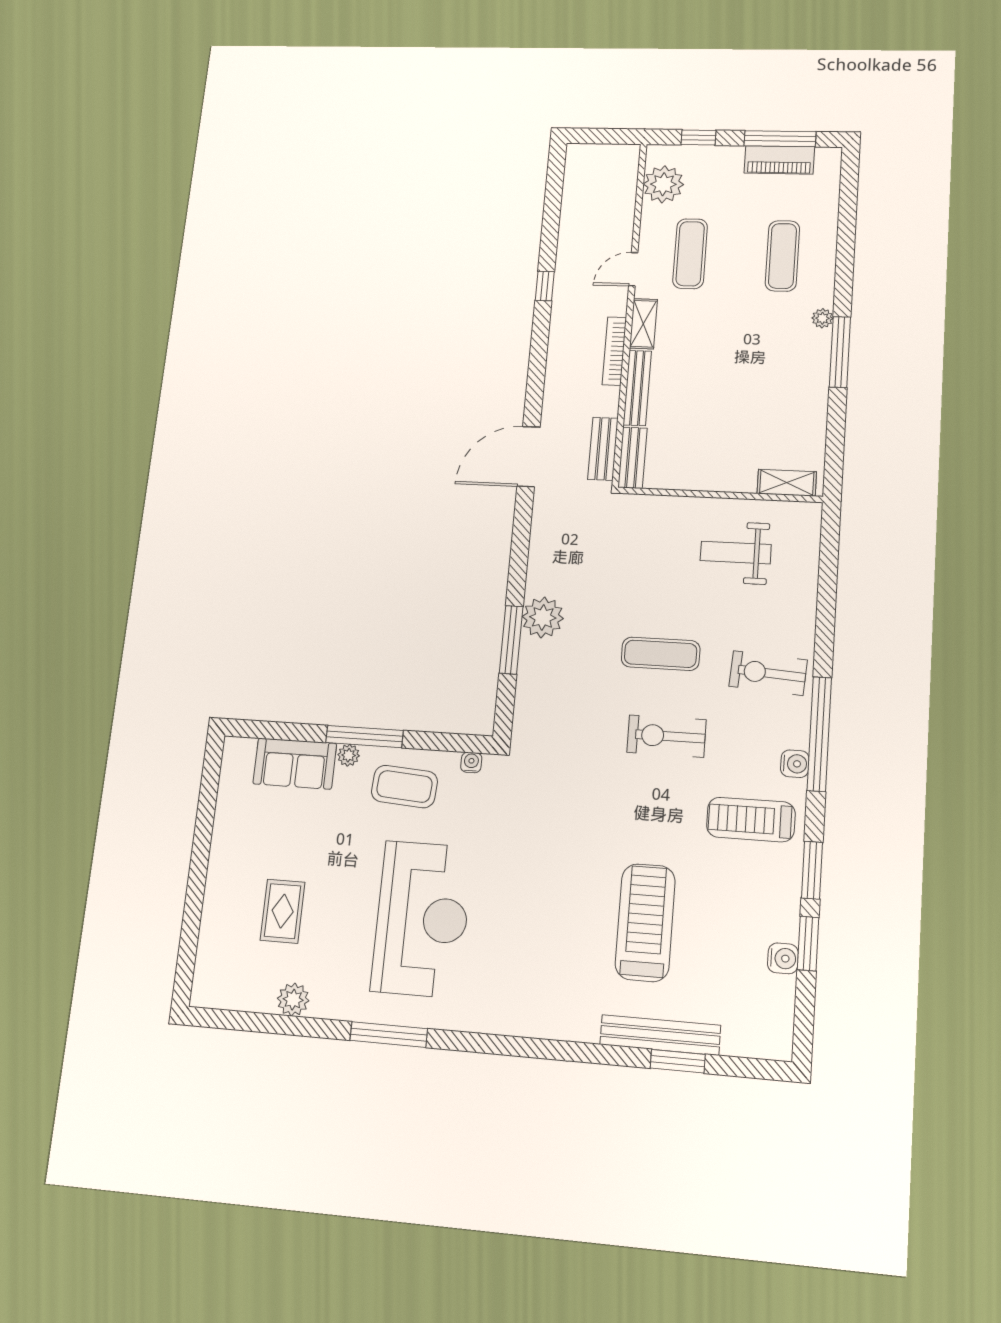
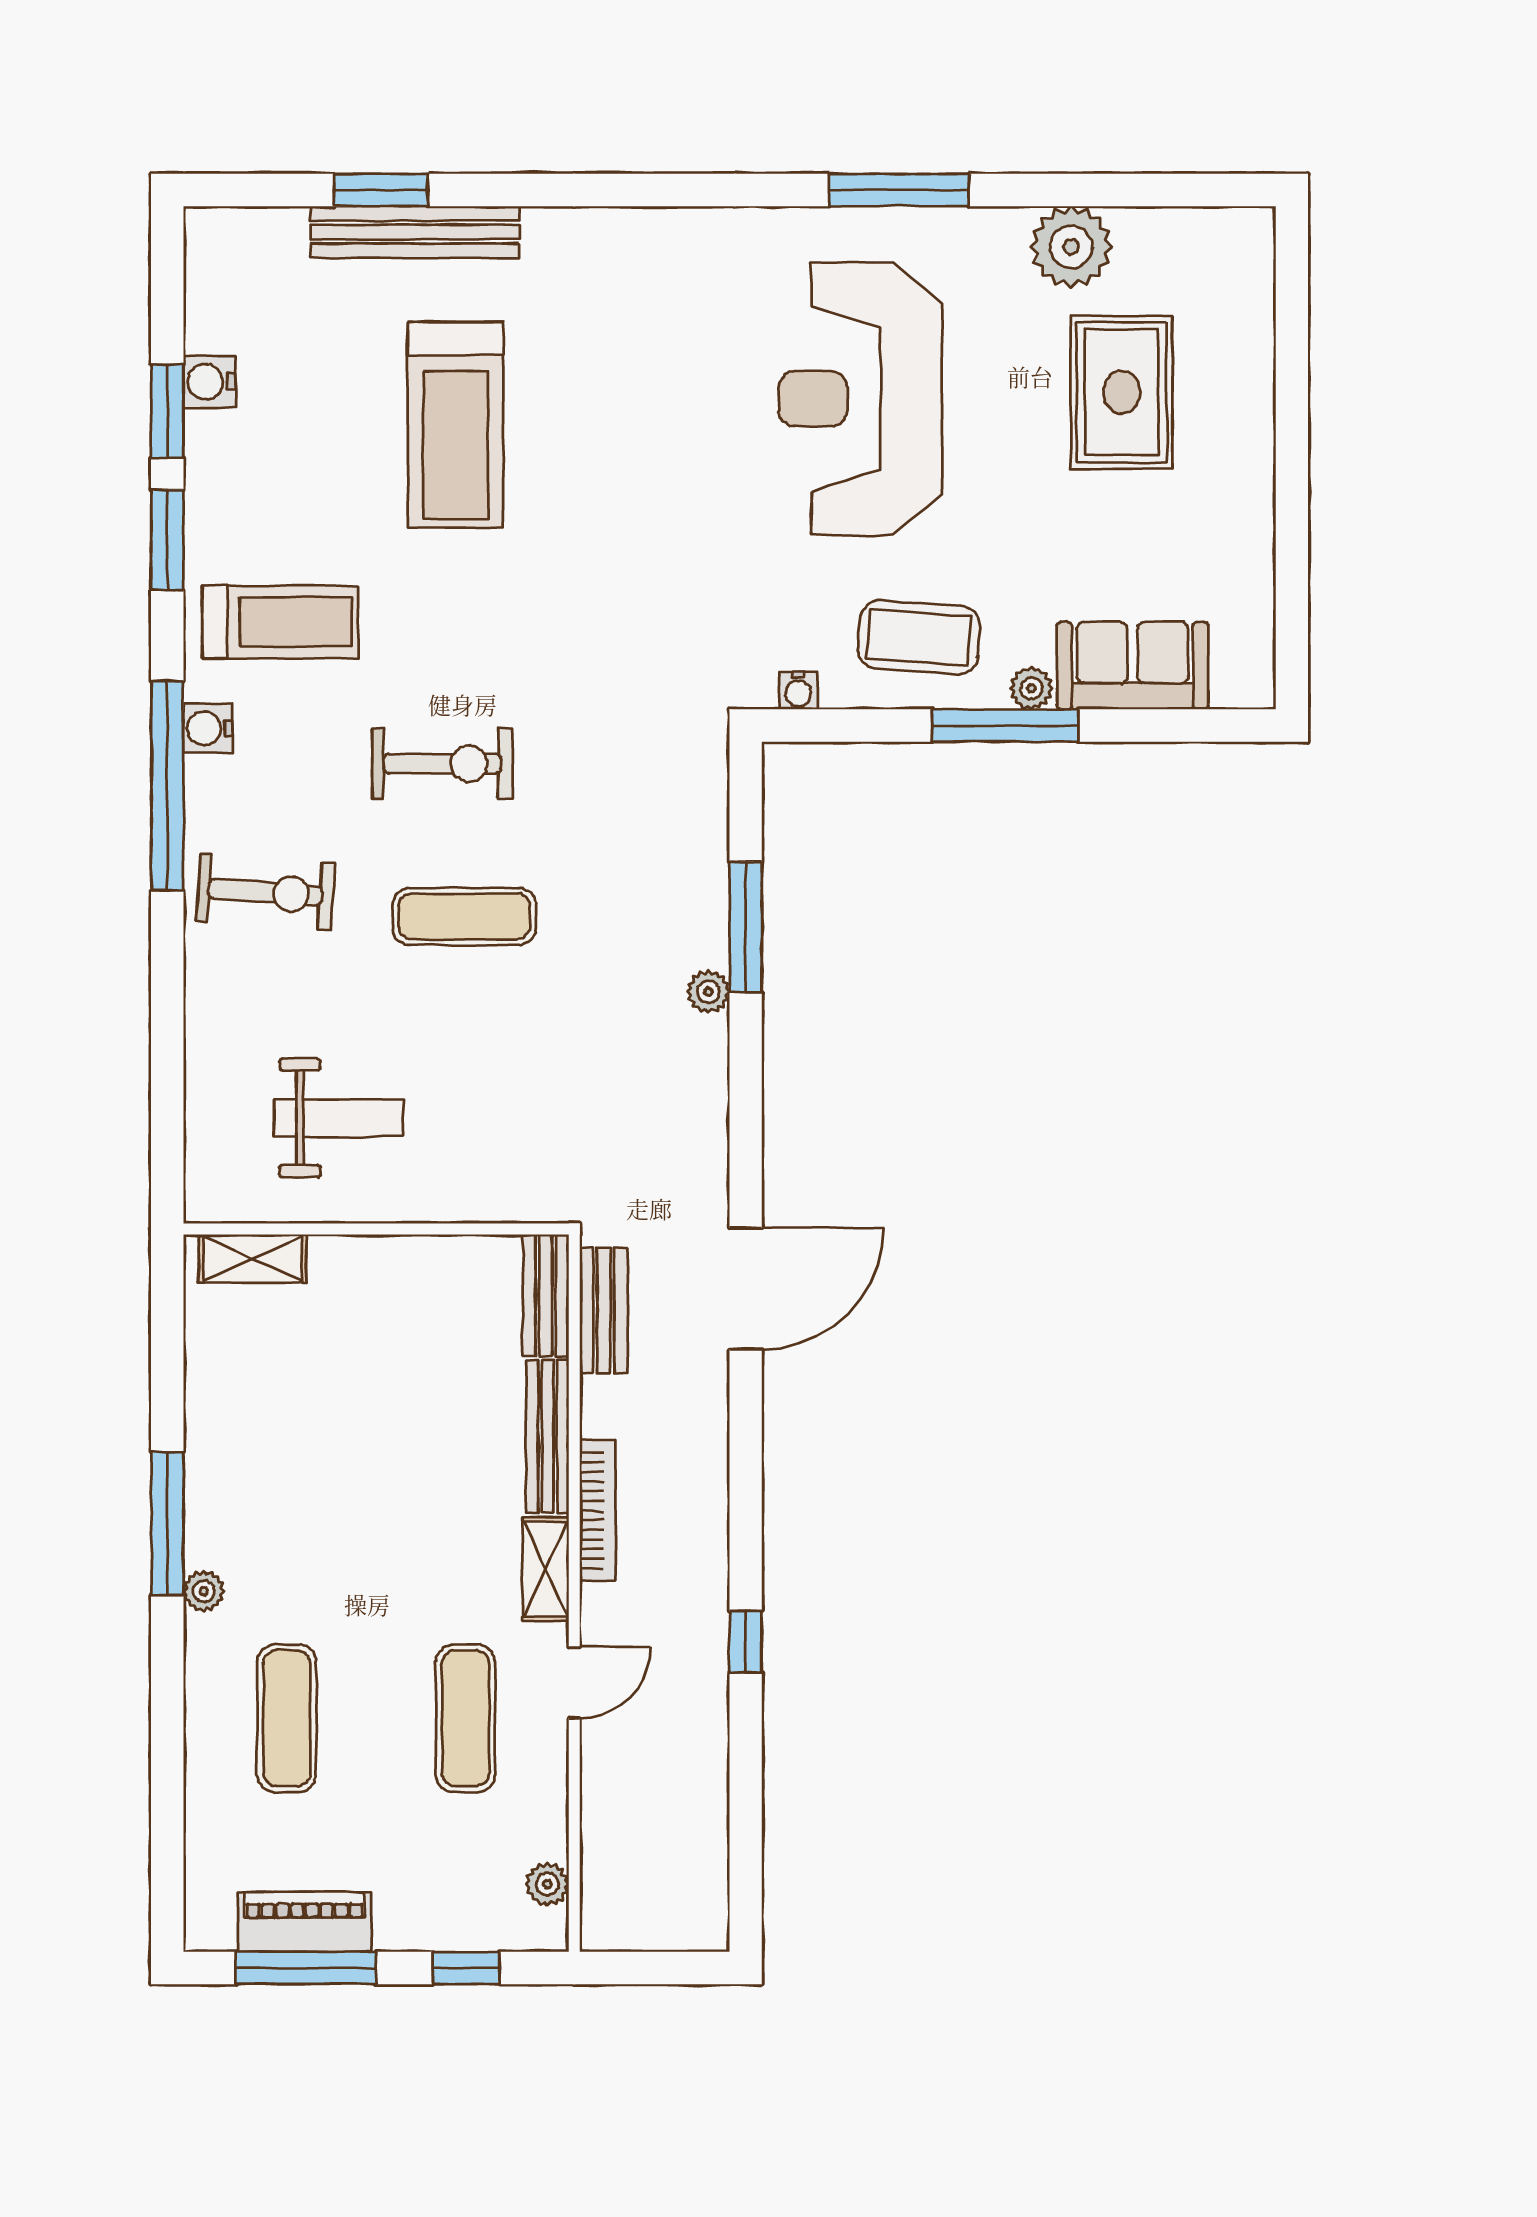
plant: (663, 184) -> (547, 1884), width x0.53, depth x0.53
plant: (543, 617) -> (708, 992), width x0.53, depth x0.53
rug: (283, 911) -> (1122, 392), width x1.36, depth x1.43
plant: (293, 1000) -> (1071, 247), width x1.36, depth x1.36

